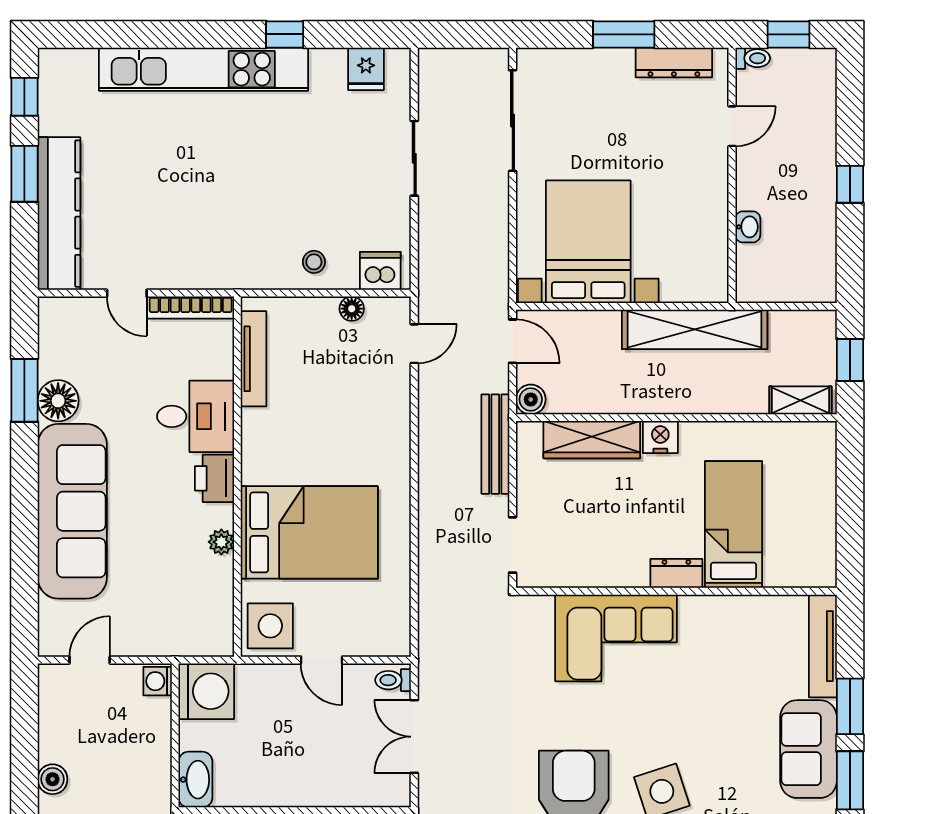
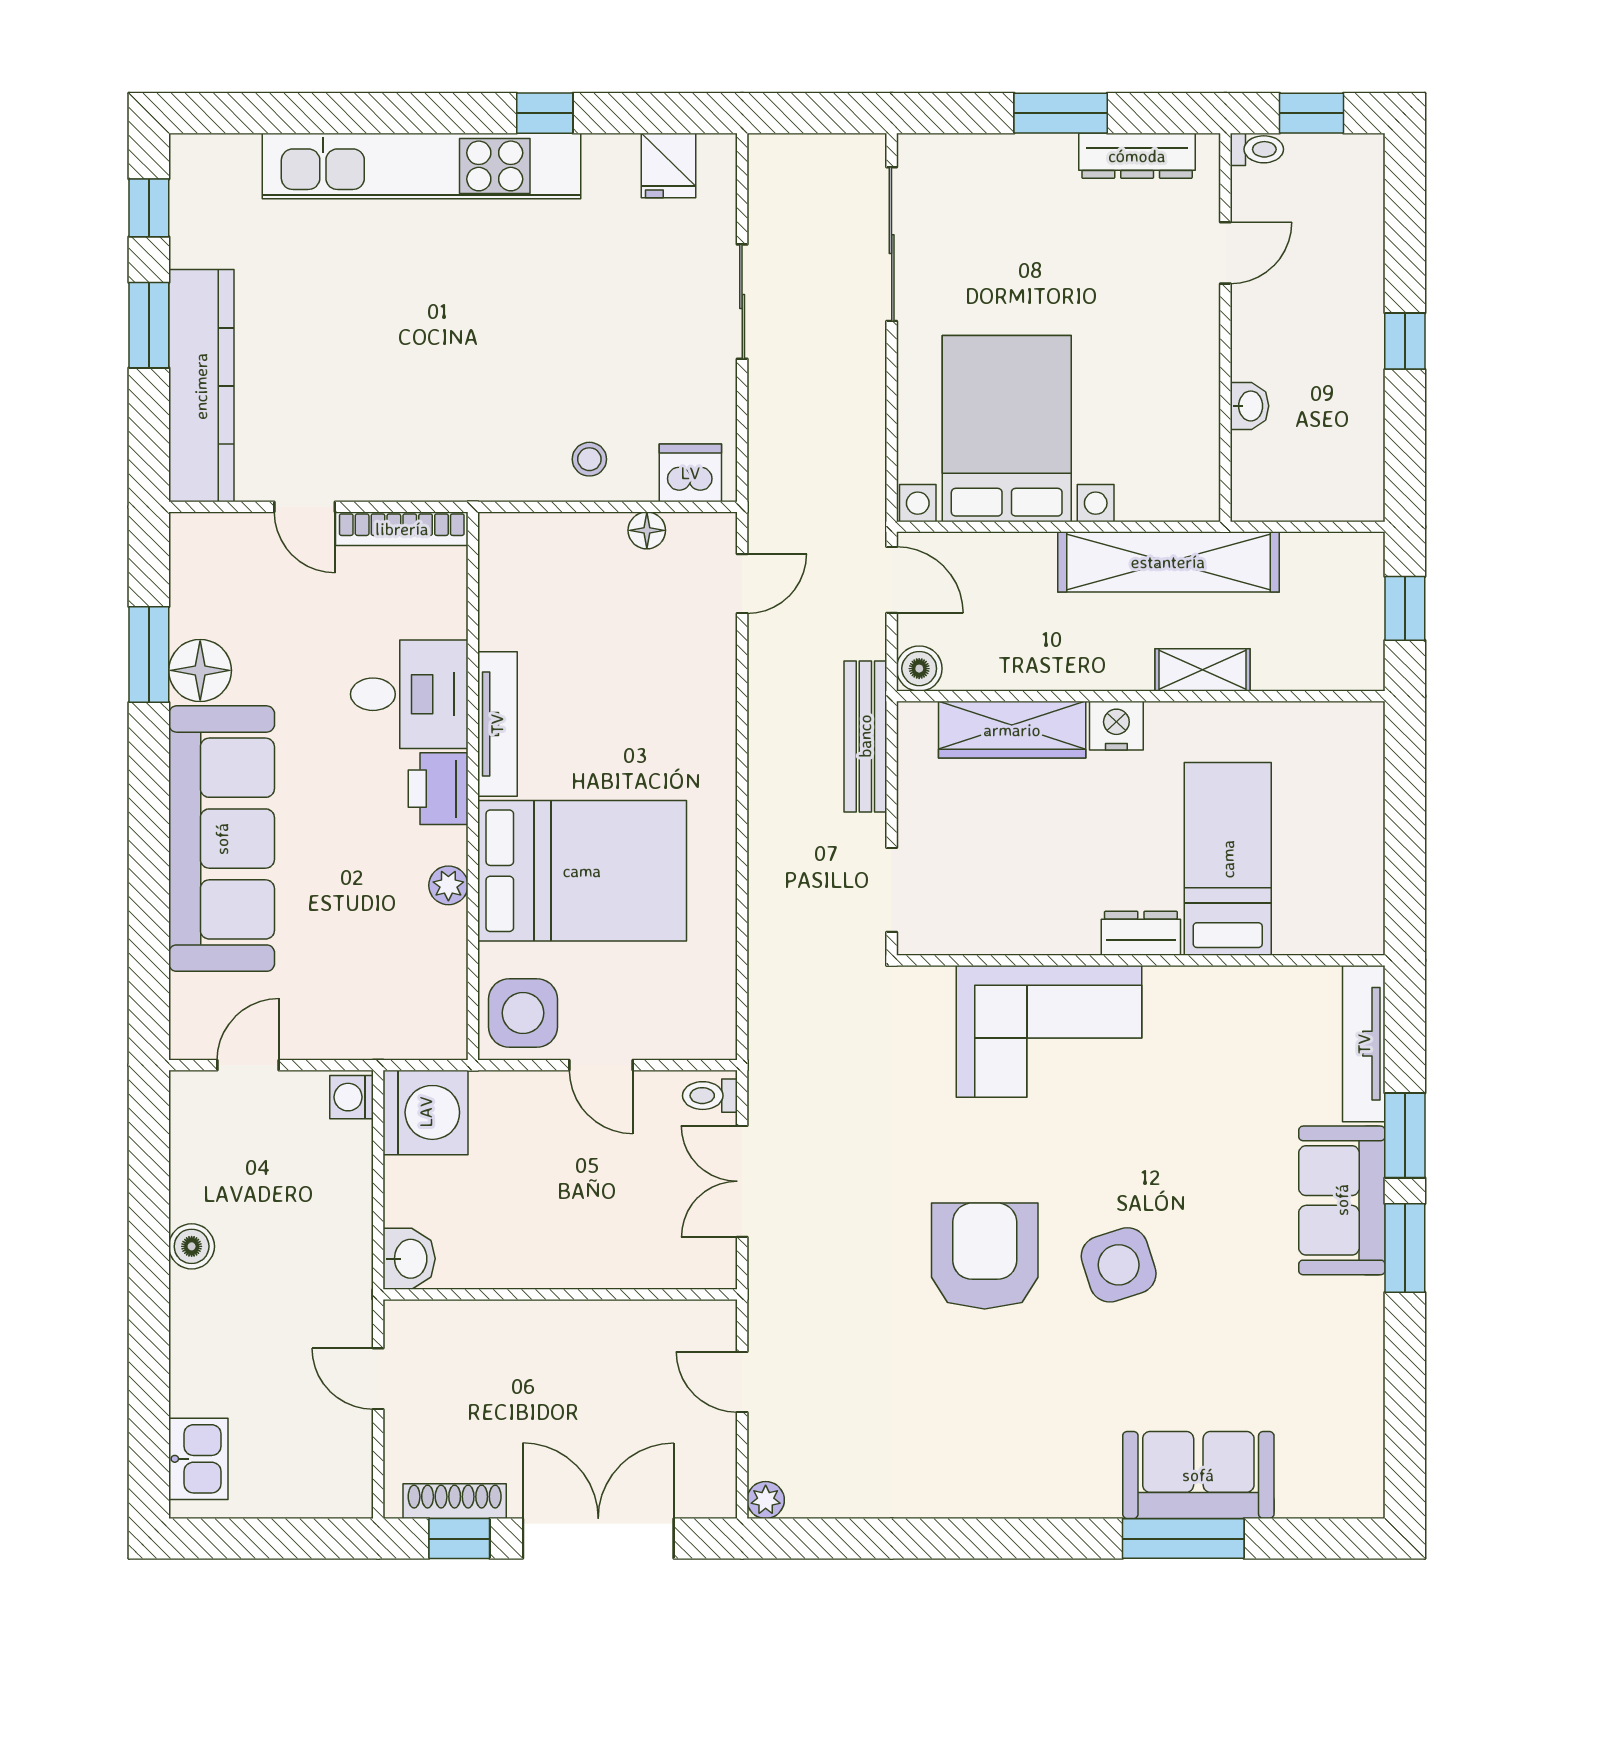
tv unit: (254, 359) -> (497, 724), moved
shelving: (800, 400) -> (1203, 670), moved
washbasin: (195, 780) -> (409, 1259), width x0.72

